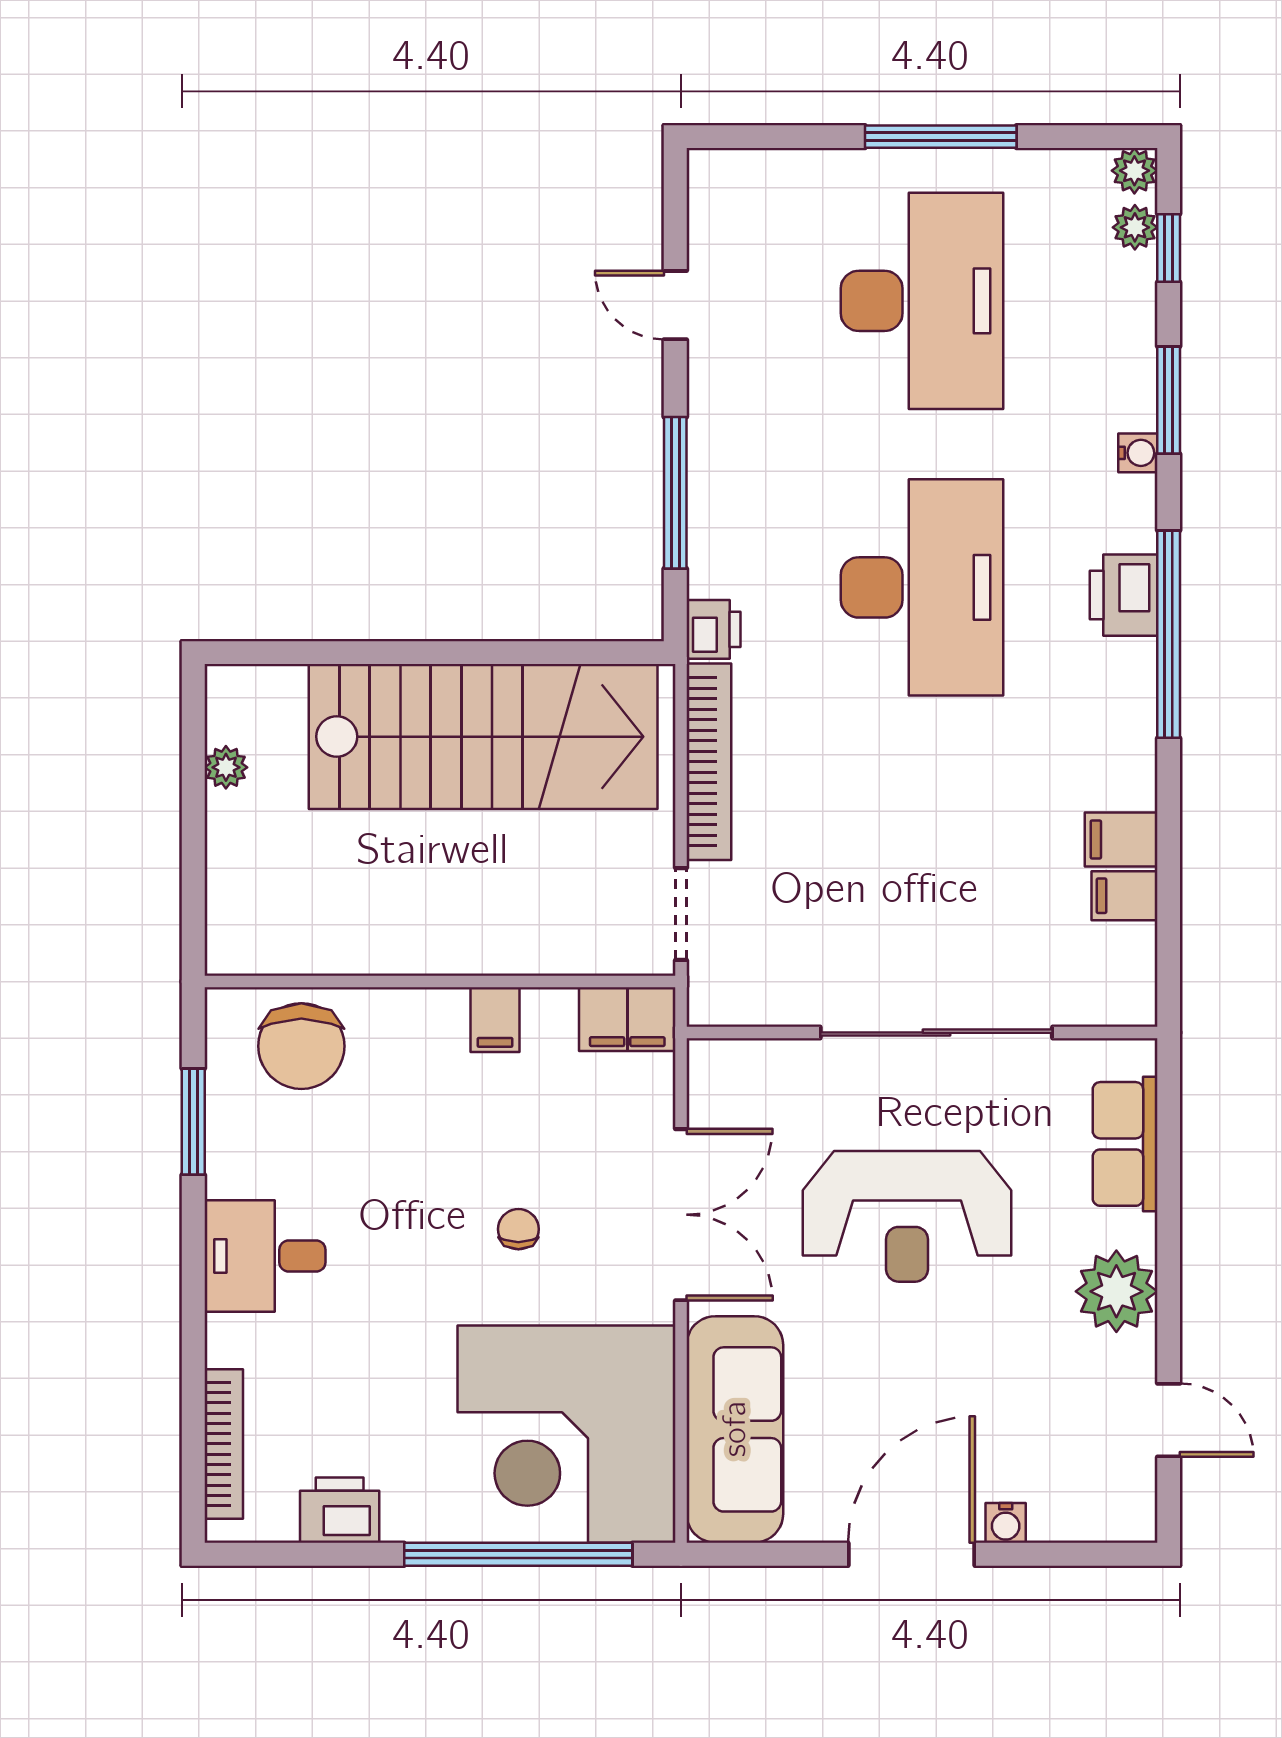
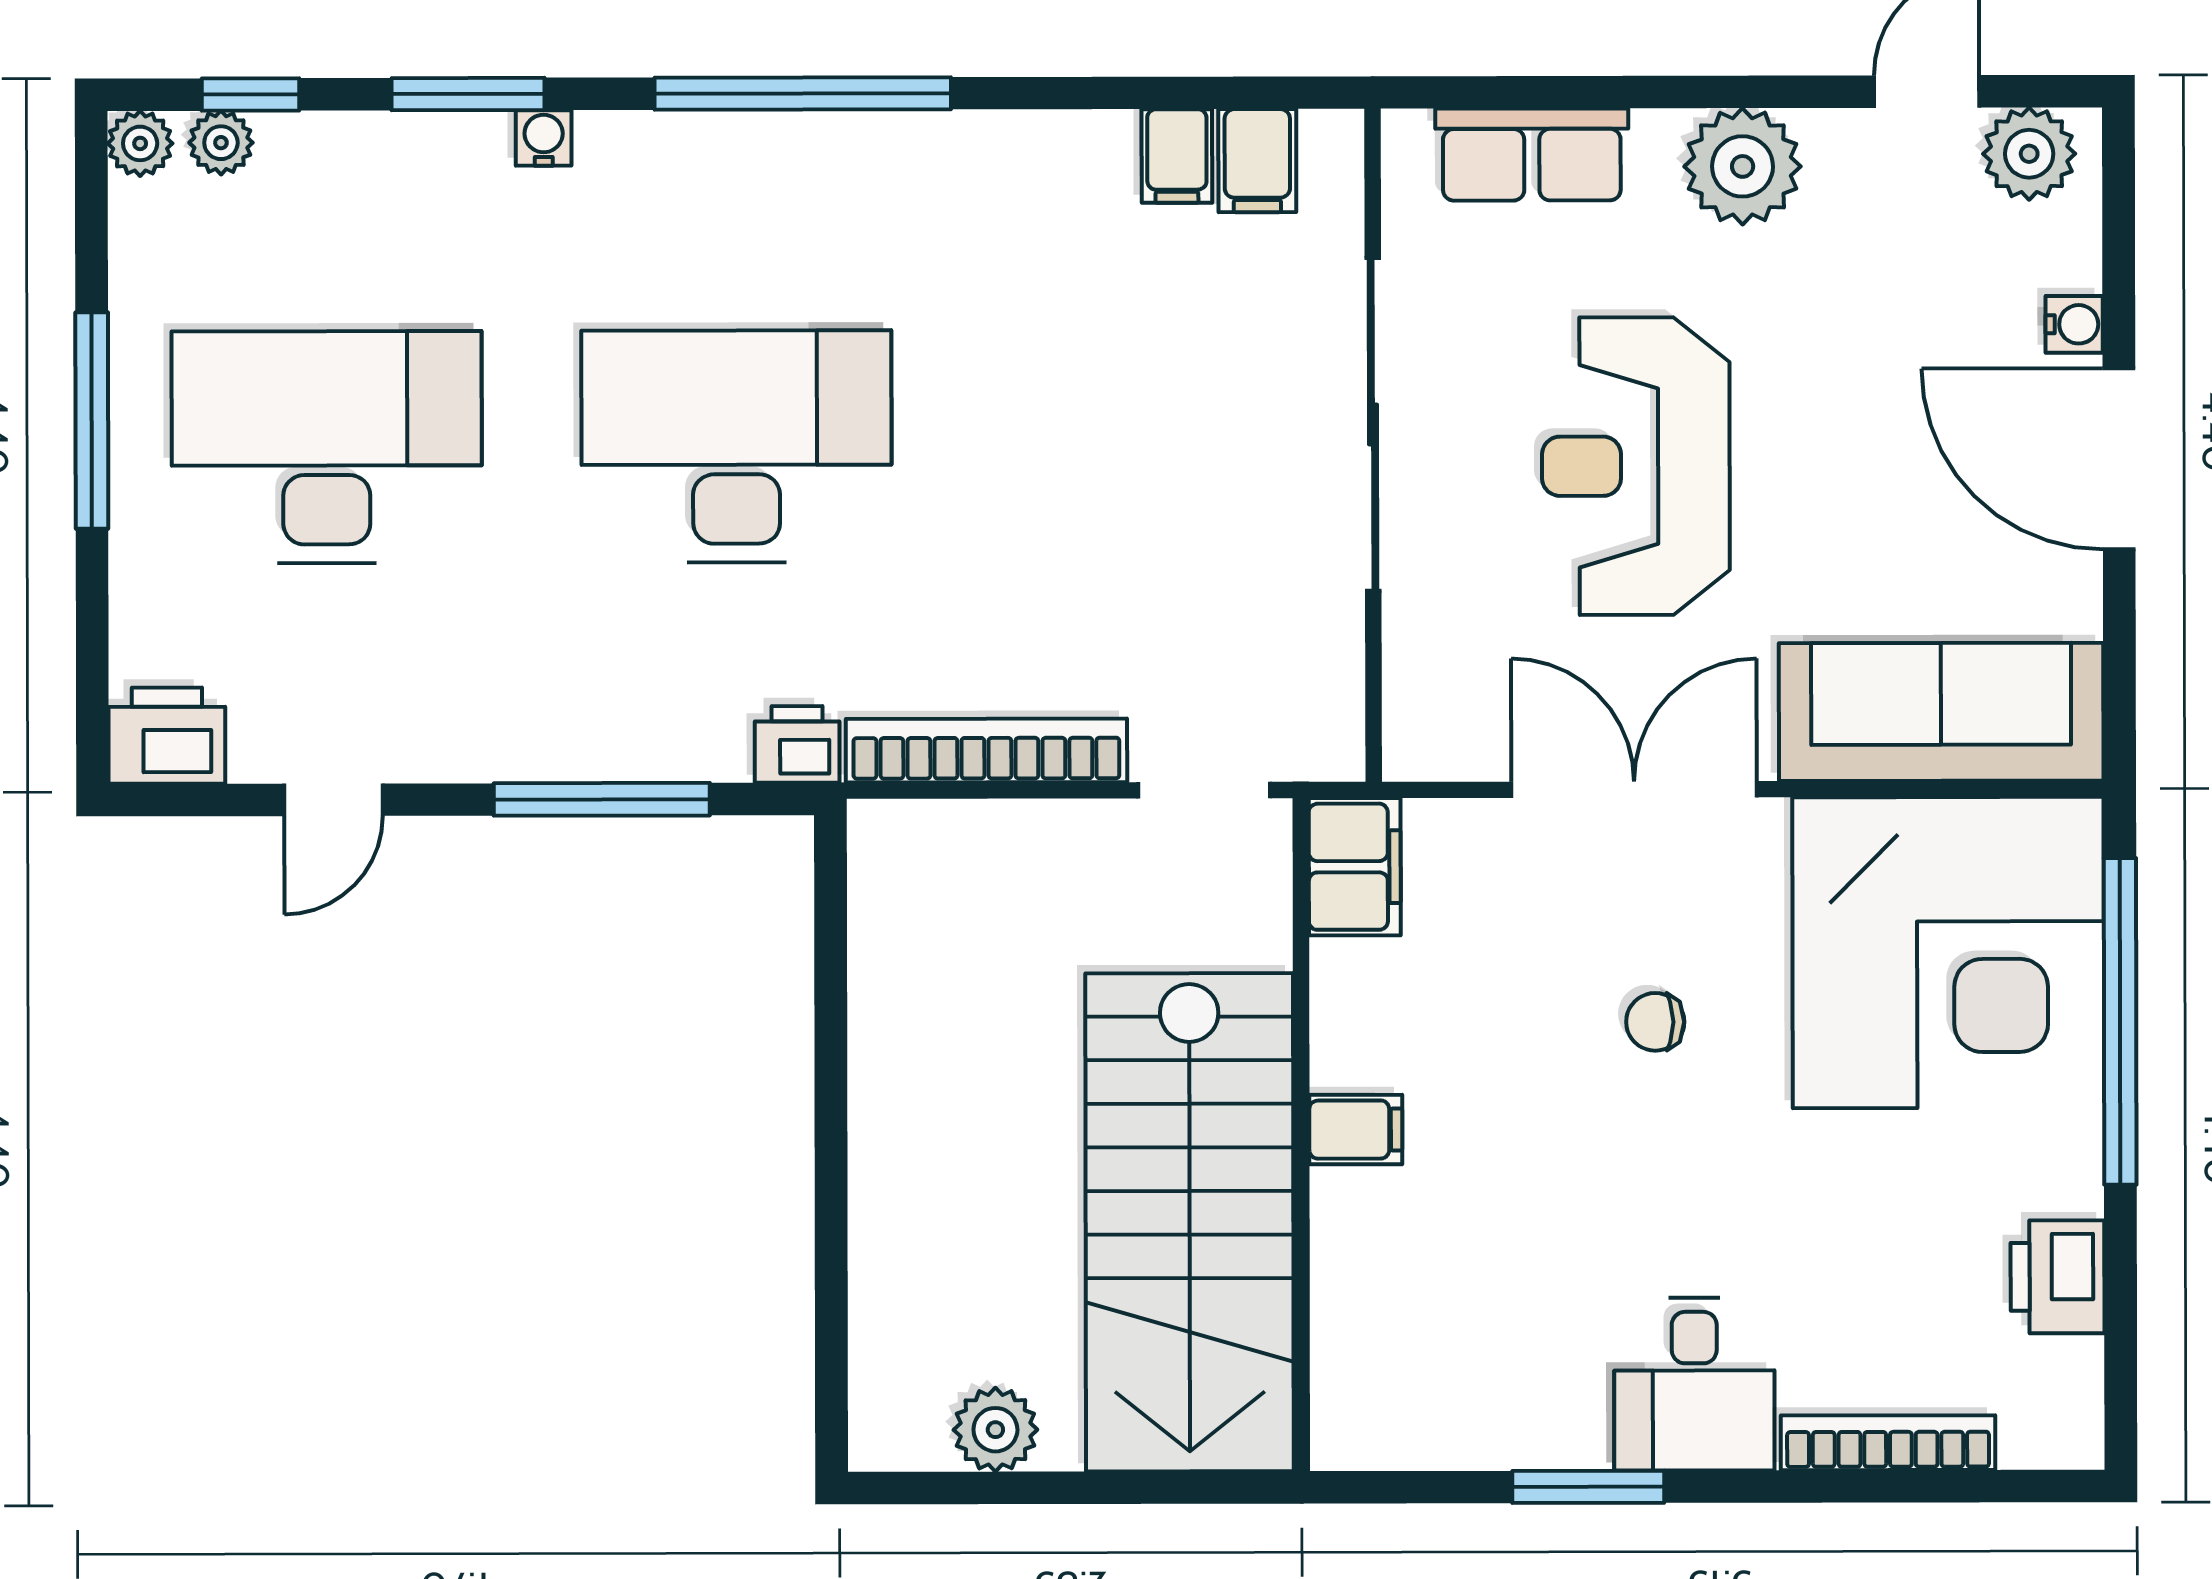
printer: (1124, 595) -> (167, 736), moved, turned 180
stairs: (483, 737) -> (1190, 1222), moved, turned 180
plant: (226, 767) -> (995, 1430), width x1.38, depth x1.38
filing cabinet: (1121, 839) -> (1257, 161), moved
filing cabinet: (495, 1020) -> (1356, 1130), moved
chair: (301, 1046) -> (1394, 1333), removed
window: (193, 1122) -> (1588, 1487), moved
reception desk: (907, 1216) -> (1636, 466), turned 180
bookcase: (224, 1444) -> (1888, 1443), moved
plant: (1125, 1492) -> (2029, 154), added

